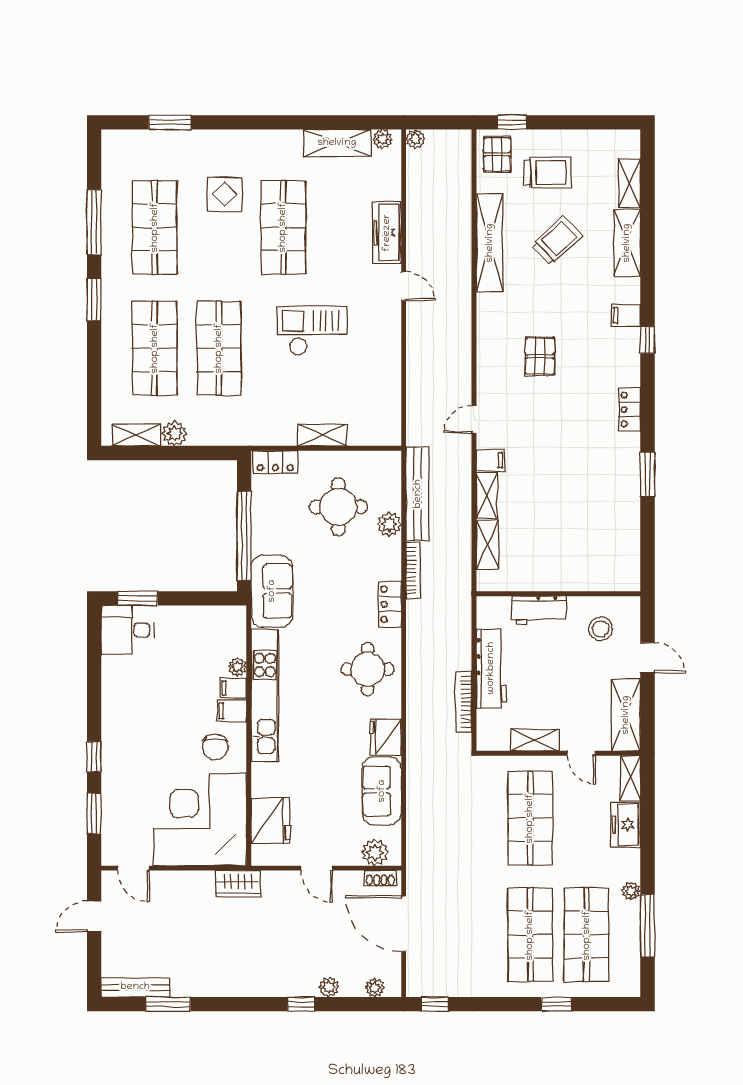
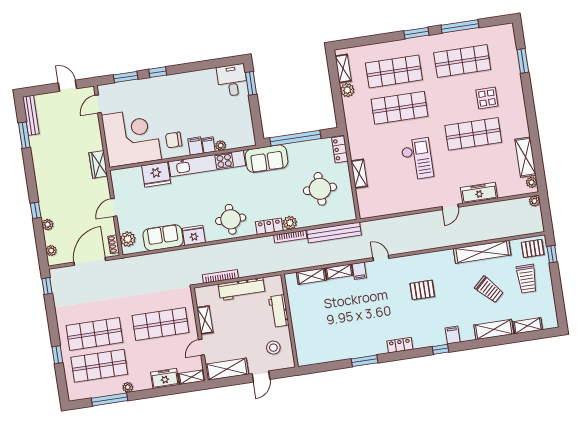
plant: (389, 524) -> (290, 223), moved
fridge: (271, 821) -> (156, 174), moved

